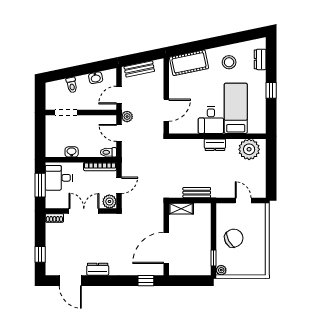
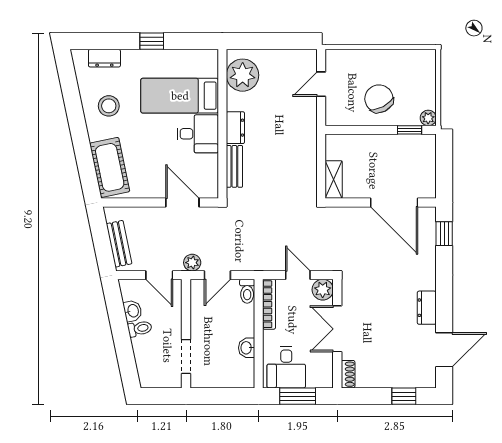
toilet: (72, 85) -> (140, 329), moved
bench: (197, 193) -> (234, 166), moved

